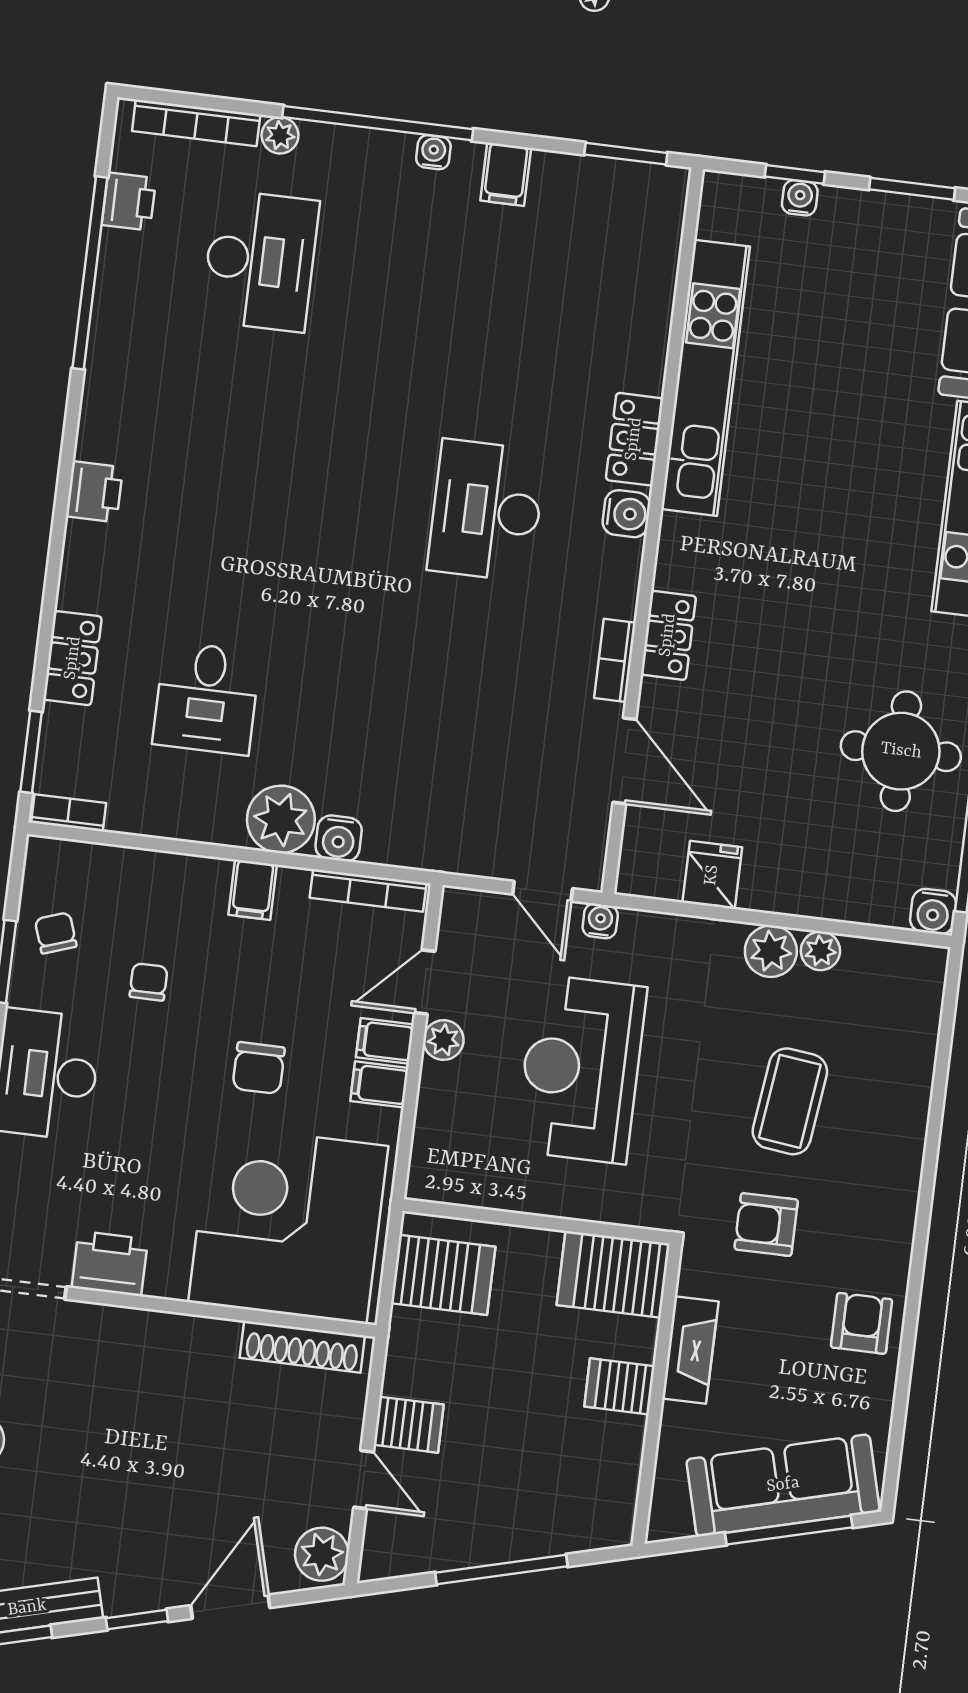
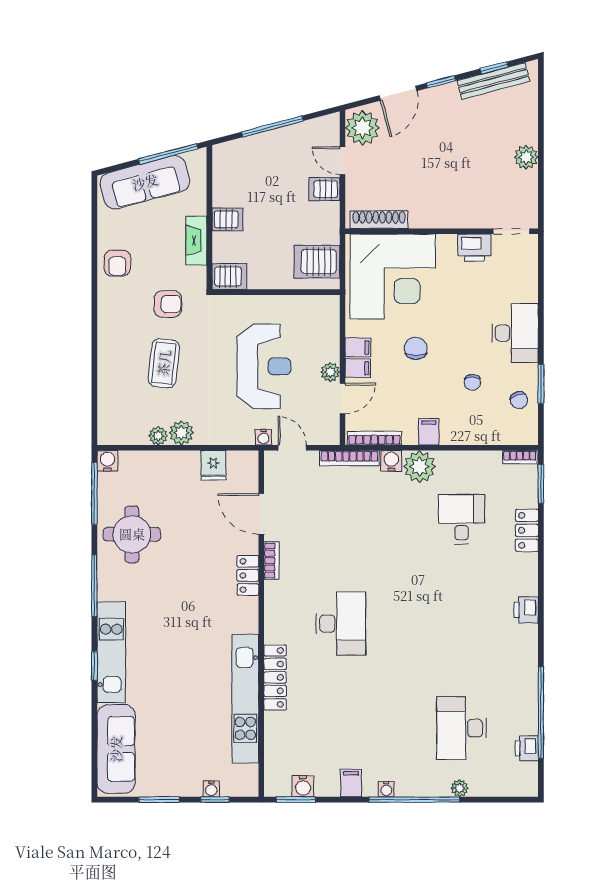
bookcase: (196, 123) -> (349, 458), moved, turned 180
locker: (634, 439) -> (275, 677), width x1.53
water cooler: (626, 514) -> (303, 786), moved, turned -90
server rack: (613, 1274) -> (229, 276), width x0.73, depth x0.70
window: (789, 1530) -> (168, 154), moved
plant: (322, 1554) -> (362, 128), width x1.36, depth x1.36

